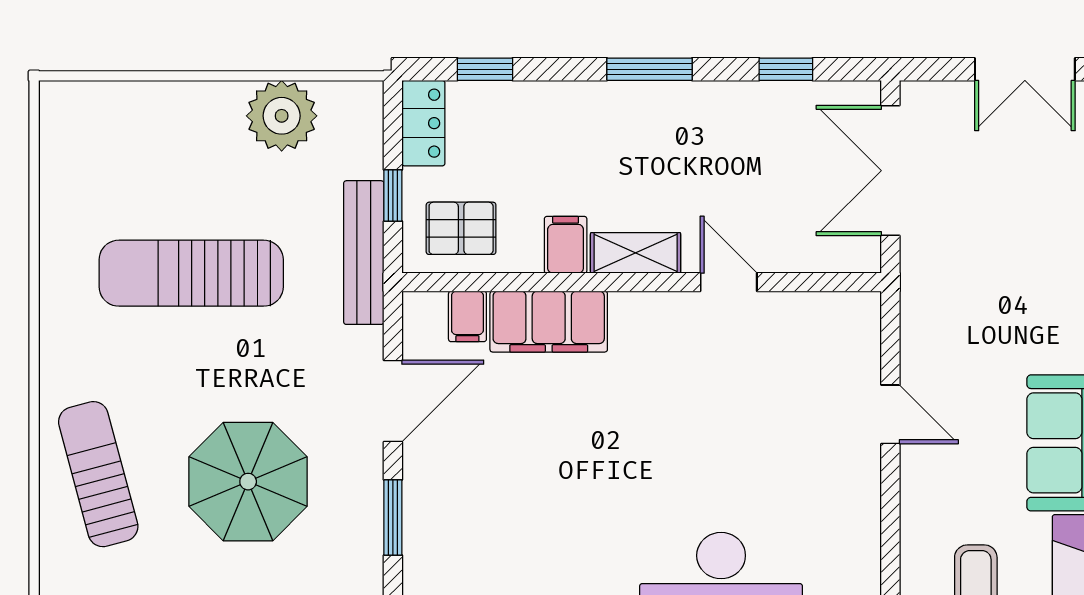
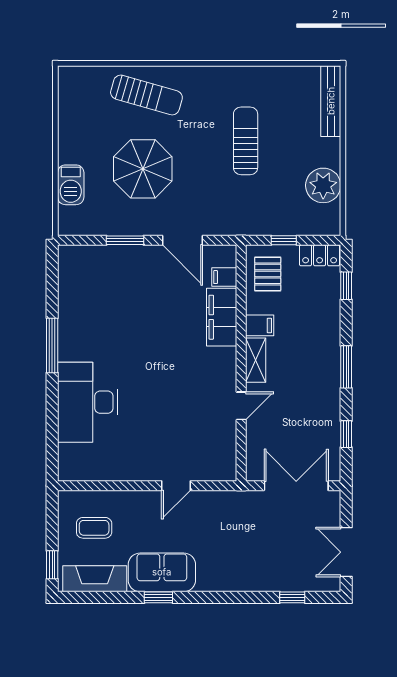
bench: (364, 253) -> (331, 101), moved, turned 90
sun lounger: (191, 273) -> (246, 141), width x0.73, depth x0.75
sun lounger: (98, 474) -> (146, 95), turned 31

